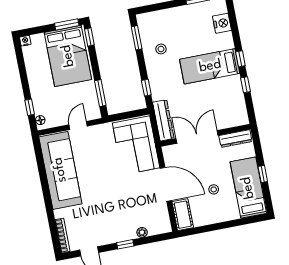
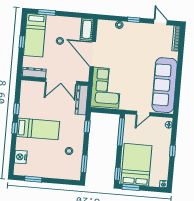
window: (100, 93) -> (121, 132), width x1.44
window: (30, 107) -> (173, 151), moved
window: (241, 222) -> (47, 12), added

